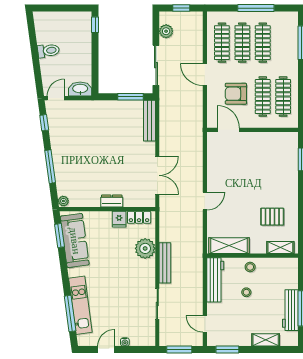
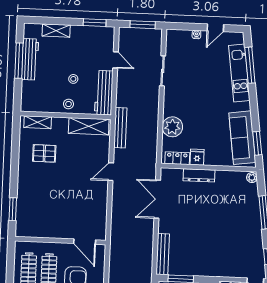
dresser: (112, 201) -> (199, 175), width x1.44
bench: (165, 263) -> (120, 128), moved
door: (205, 324) -> (115, 60), moved

